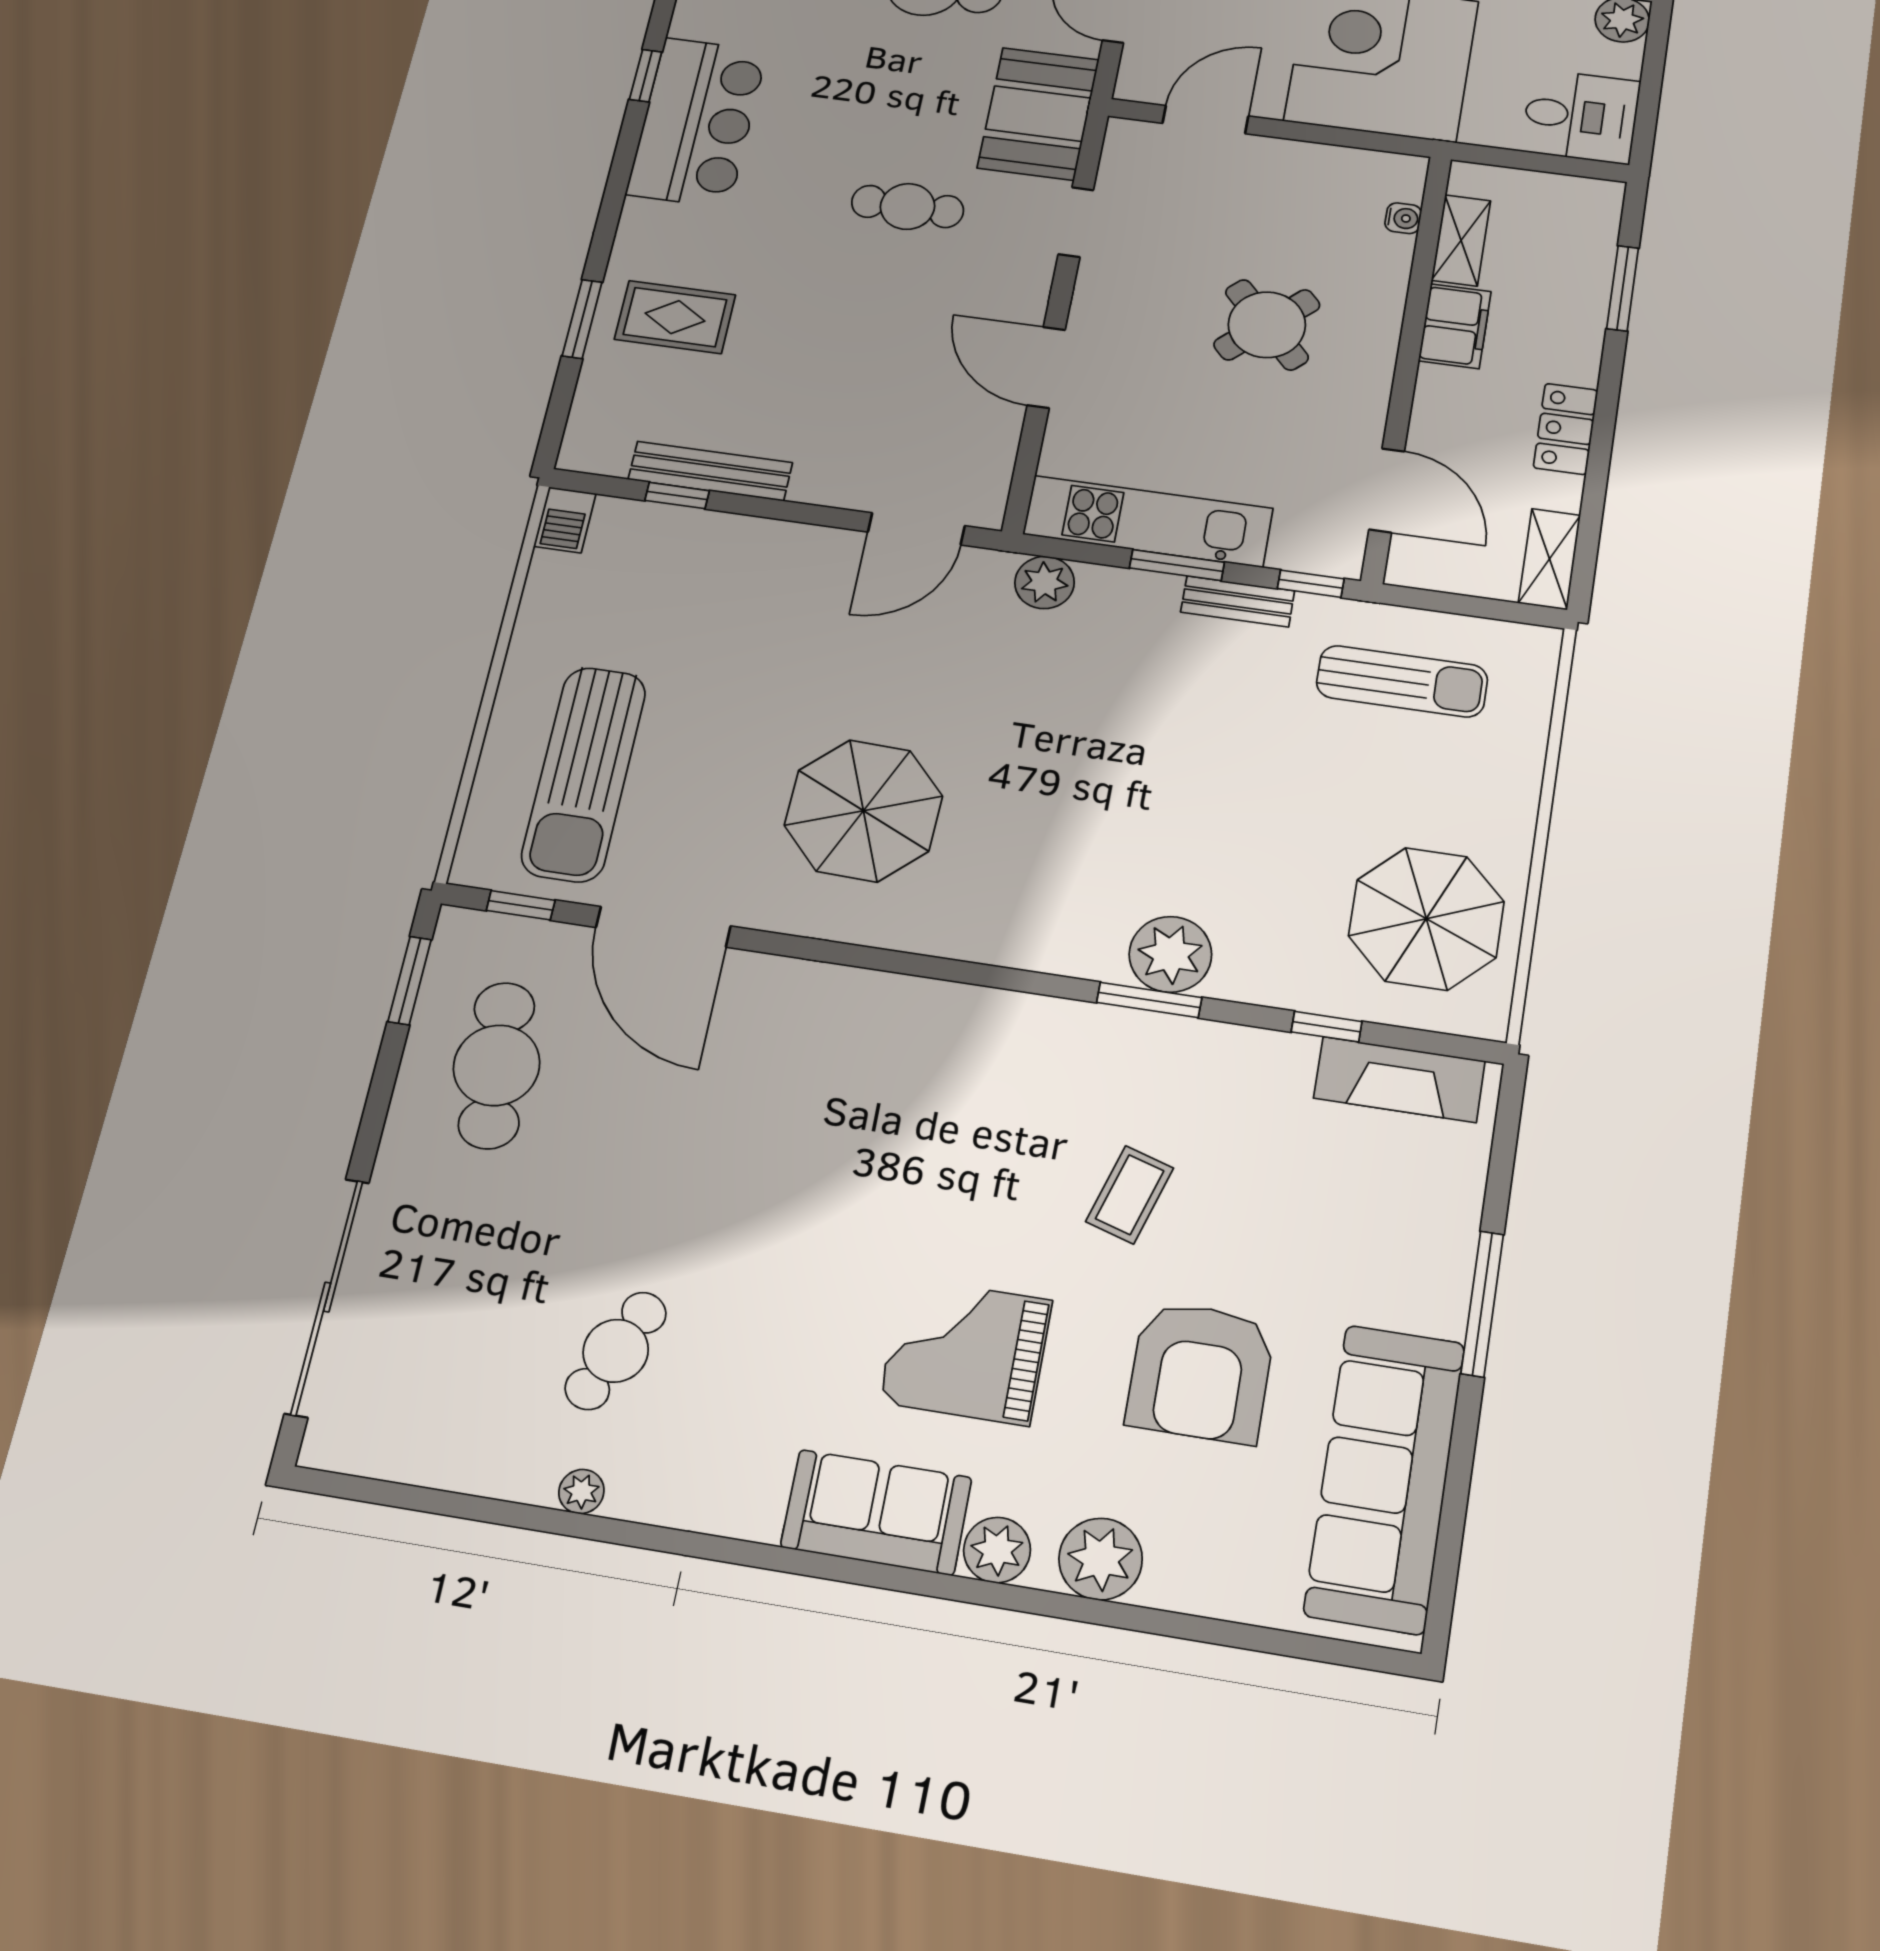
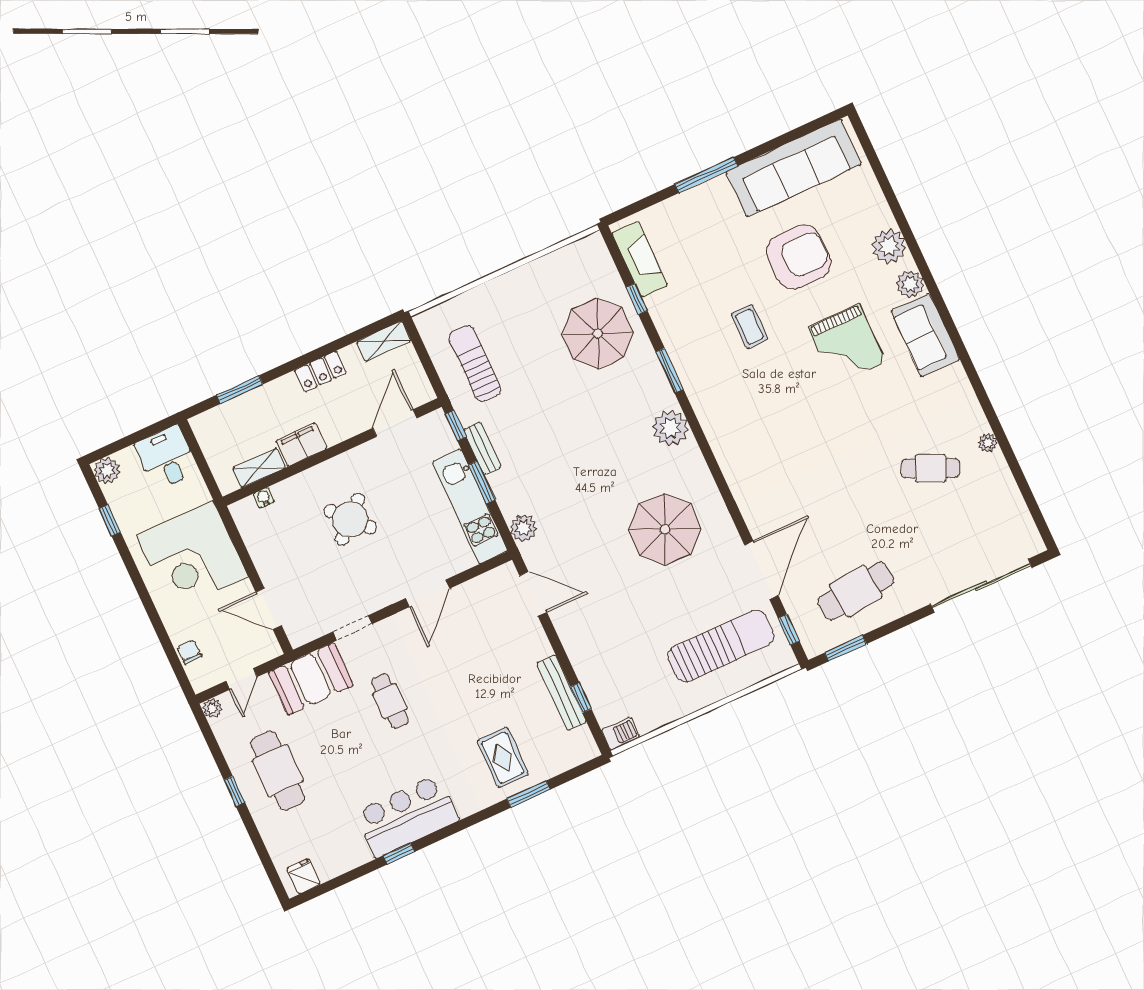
parasol: (1426, 919) -> (598, 333), moved
plant: (1170, 954) -> (670, 428), moved
coffee table: (1130, 1195) -> (750, 327), turned 73

